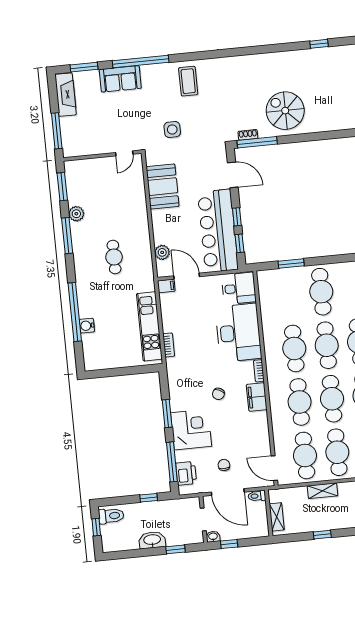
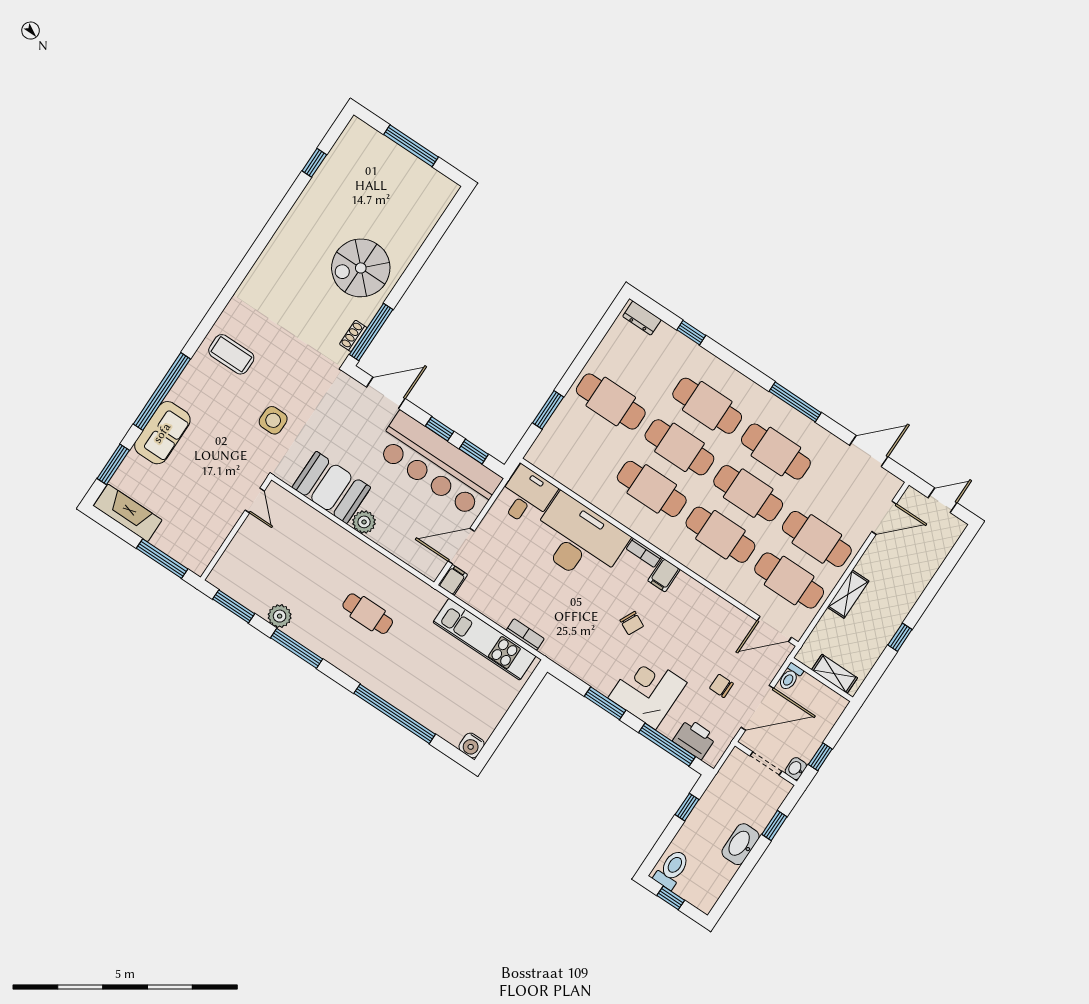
plant: (162, 252) -> (364, 522), moved
water cooler: (87, 326) -> (472, 745), moved
filing cabinet: (257, 397) -> (664, 575), width x0.50

